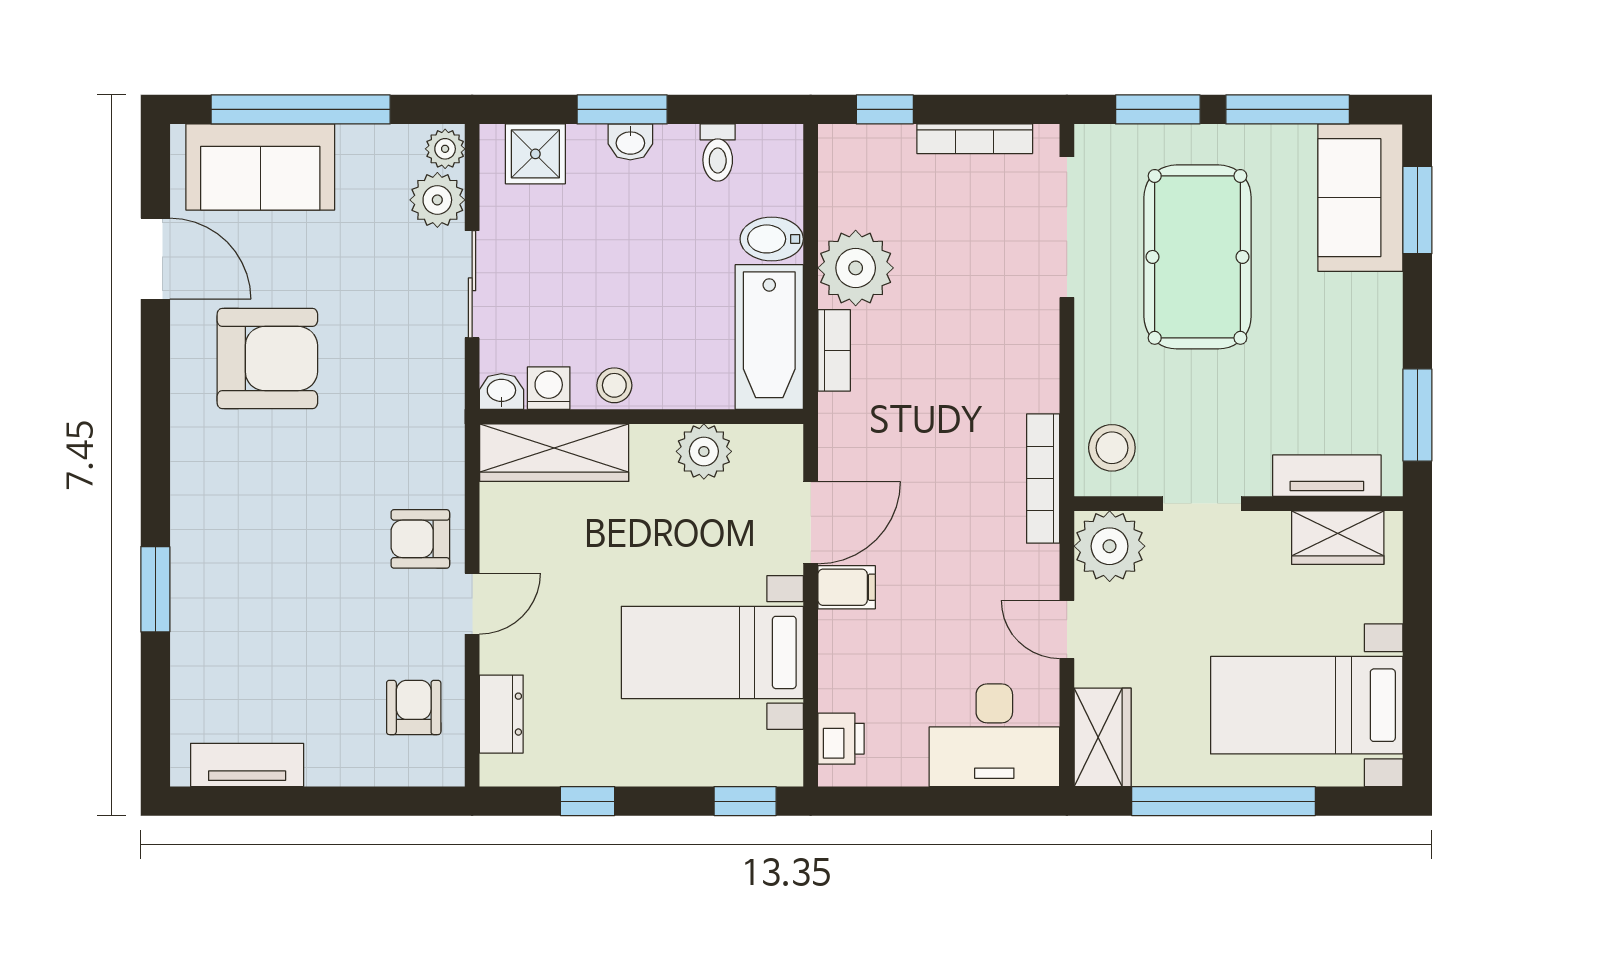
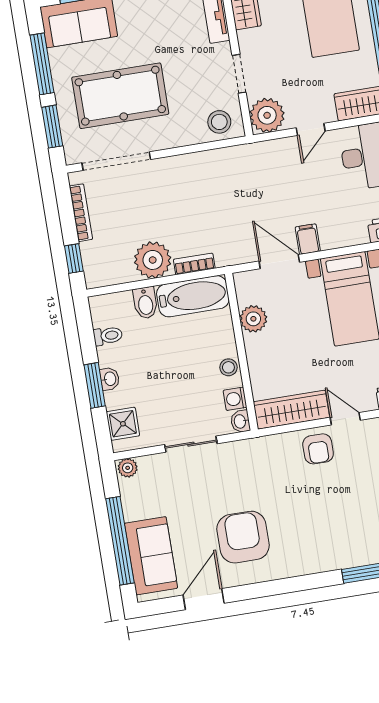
plant: (437, 200) -> (153, 468), removed
wardrobe: (554, 453) -> (291, 410), moved, turned -90
bookcase: (1043, 479) -> (240, 153), removed

